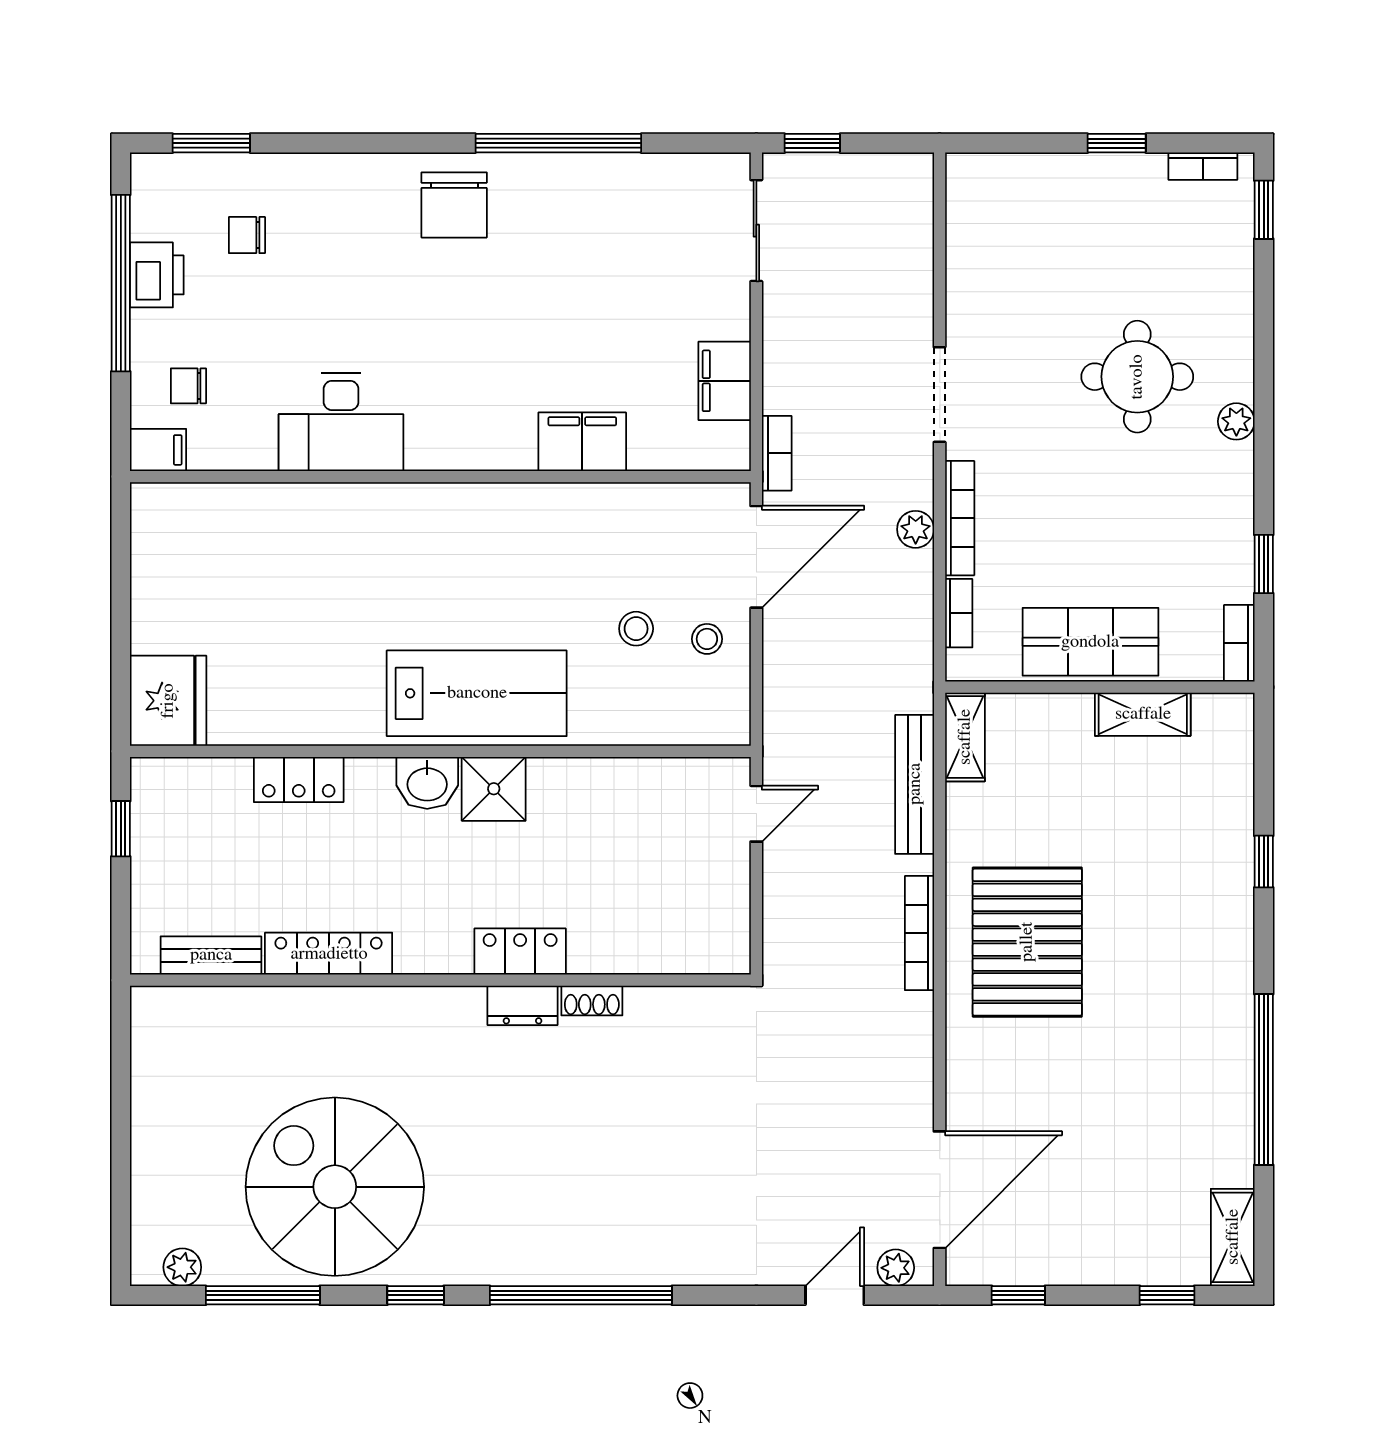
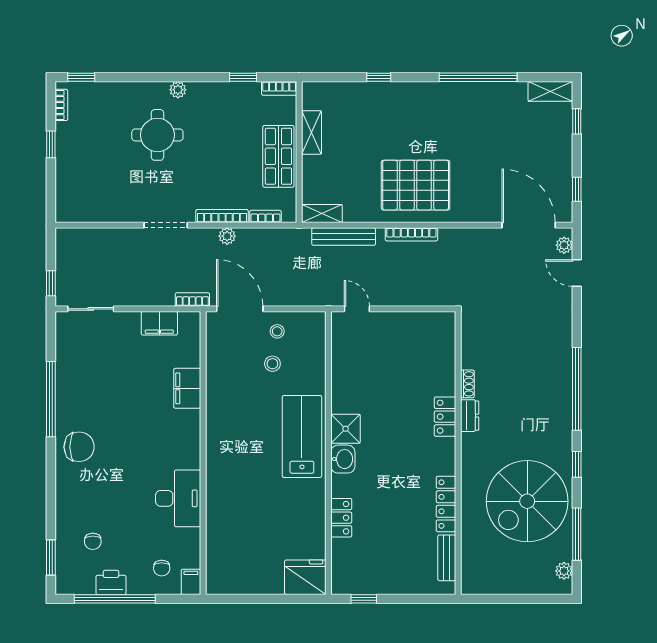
locker: (520, 952) -> (445, 417), moved
locker: (329, 954) -> (446, 504), moved
bench: (211, 955) -> (447, 558), moved
wall: (440, 980) -> (458, 453), moved
shoe rack: (592, 1001) -> (467, 384), moved
dresser: (522, 1005) -> (470, 416), moved

